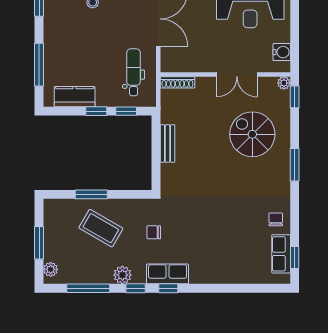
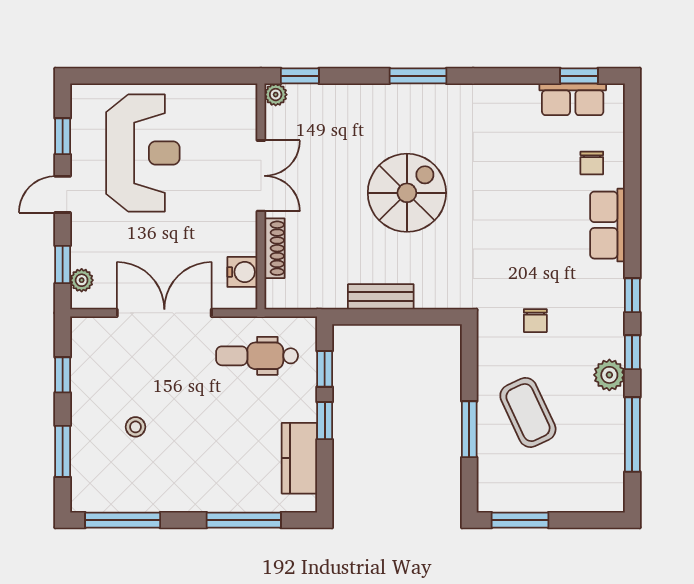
water cooler: (282, 52) -> (242, 272), moved, turned 90
shoe rack: (177, 82) -> (275, 248), moved
spiral stairs: (252, 134) -> (407, 193), moved, turned 180
chair: (276, 219) -> (592, 163), moved, turned -90
coffee table: (101, 228) -> (528, 413), turned -55
window: (39, 243) -> (520, 520), moved
plant: (51, 269) -> (600, 500), removed
row of seats: (168, 274) -> (608, 225), moved

